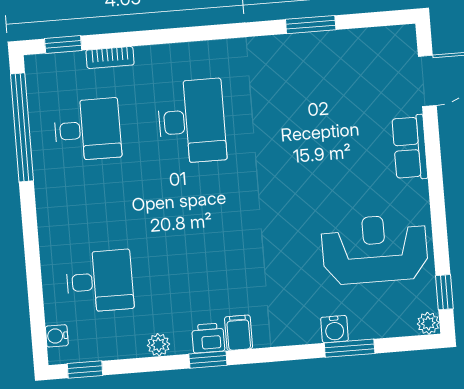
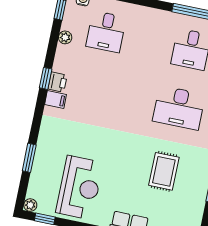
rug: (306, 115) -> (164, 171), added
water cooler: (334, 329) -> (42, 153), removed
plant: (159, 345) -> (65, 37), moved

